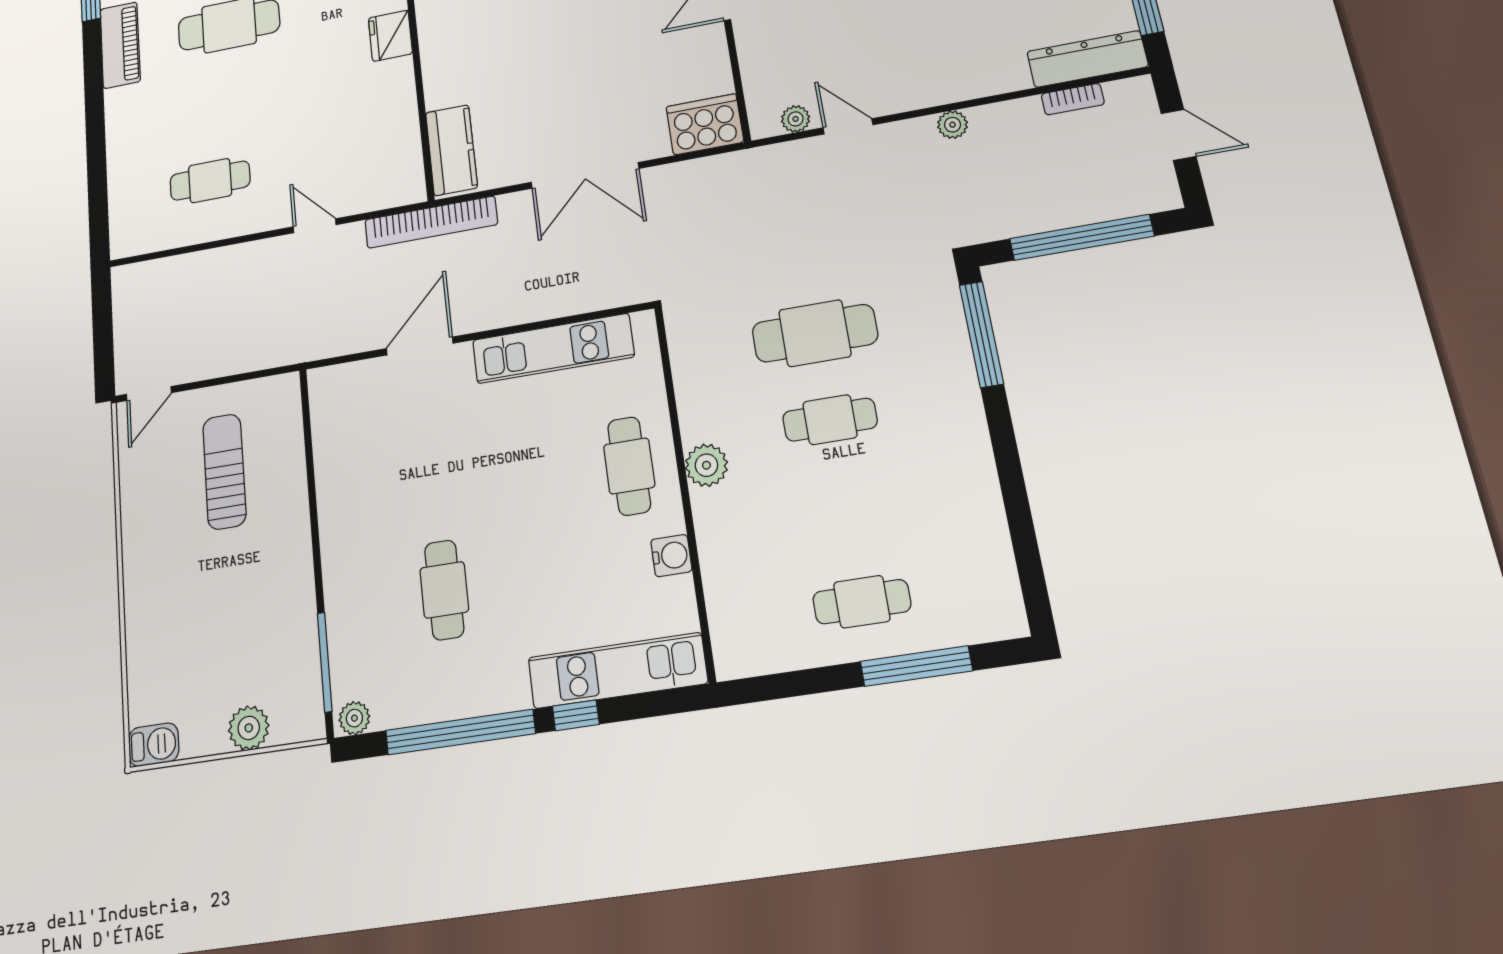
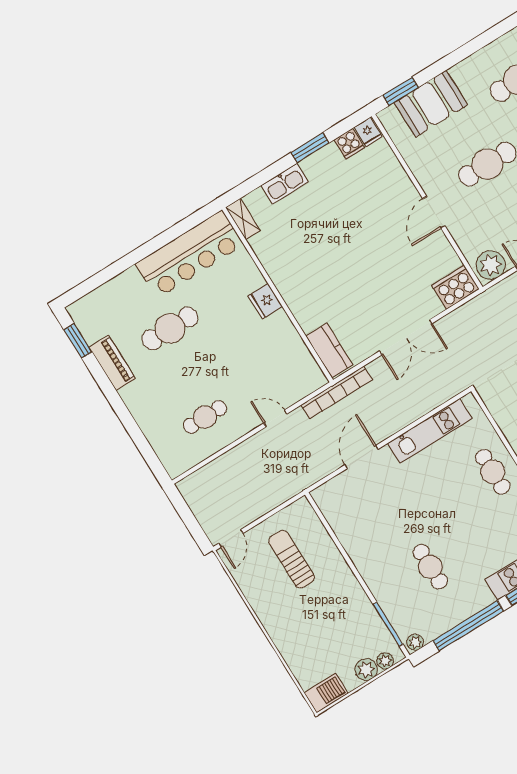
plant: (796, 119) -> (491, 265), width x1.87, depth x1.87
plant: (288, 728) -> (385, 661), added
barbecue: (154, 745) -> (326, 693), width x1.38, depth x1.27

